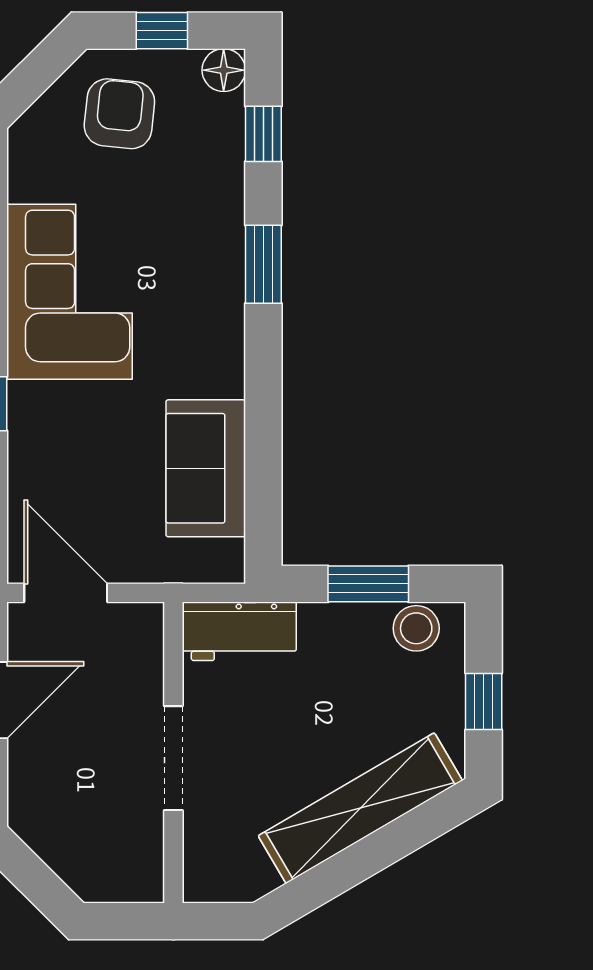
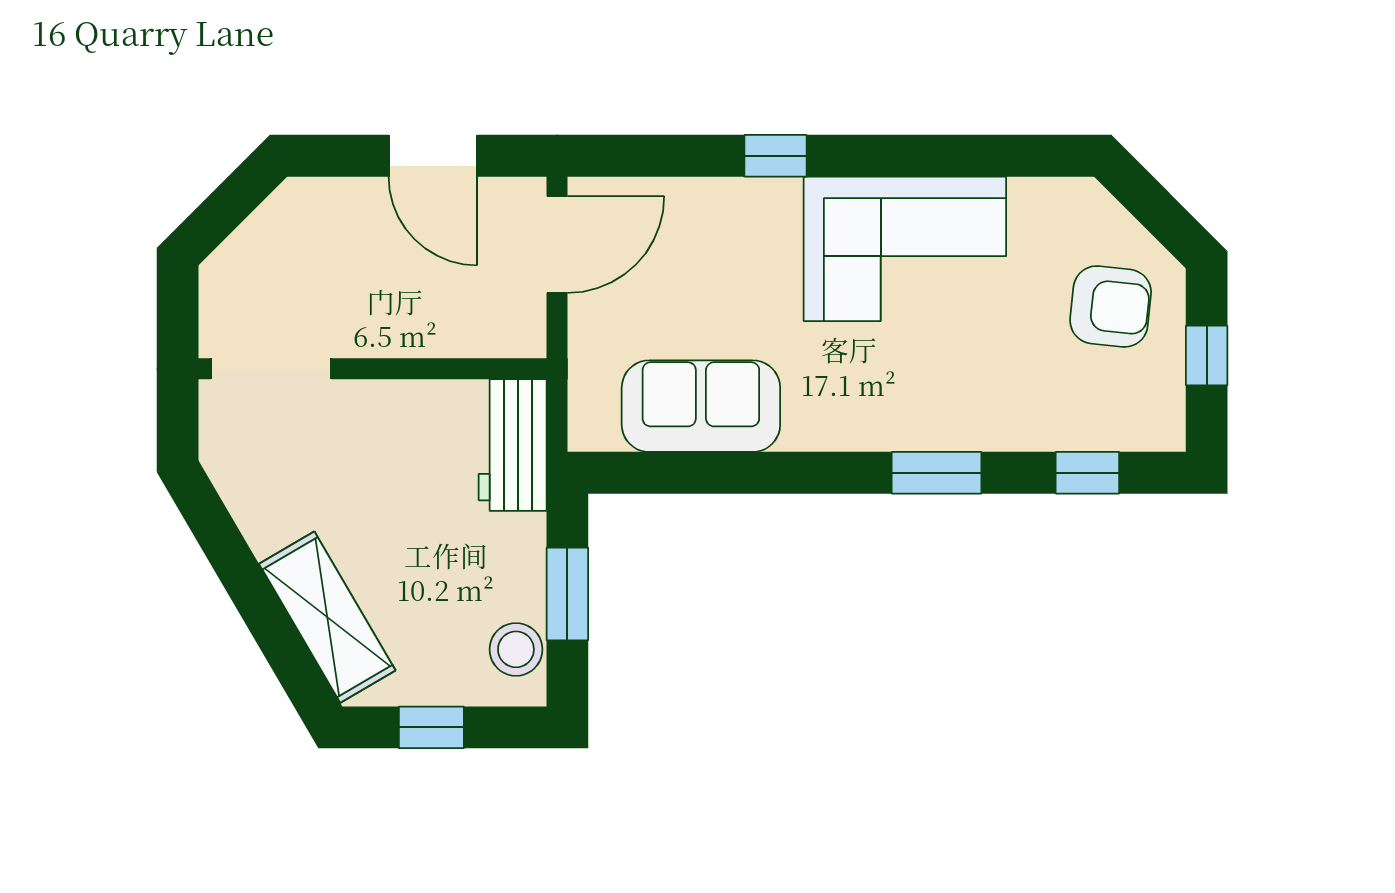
floor lamp: (224, 70) -> (1161, 427), removed
doorway: (173, 758) -> (271, 369), moved
shelving: (360, 808) -> (327, 617), width x0.68

